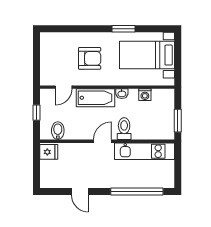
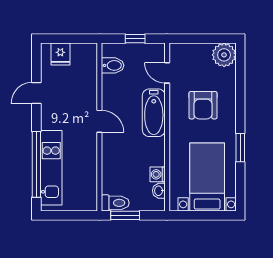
plant: (49, 42) -> (224, 55), added
washbasin: (122, 94) -> (159, 191), moved
toilet: (124, 129) -> (115, 203), moved
kitchen unit: (144, 151) -> (51, 168), moved, turned 180
fridge: (49, 152) -> (60, 54), moved

